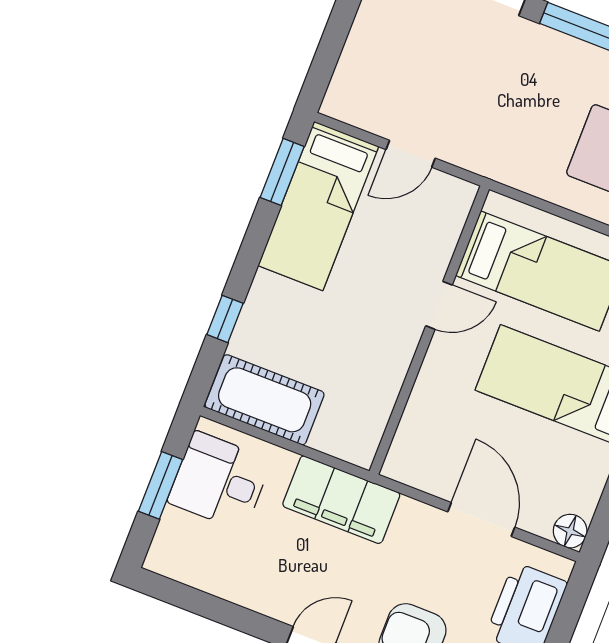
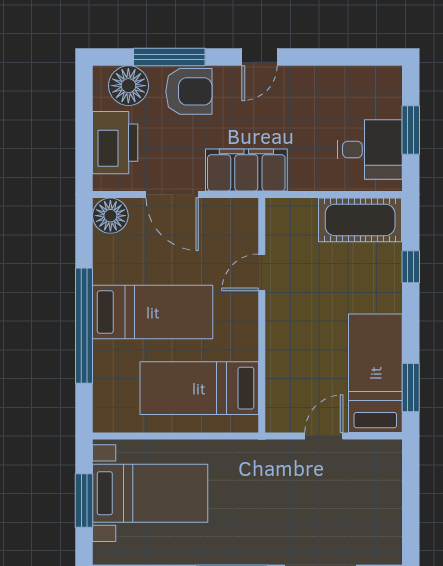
door: (439, 305) -> (262, 272), moved
filing cabinet: (341, 500) -> (246, 170), moved
floor lamp: (570, 531) -> (110, 216), width x1.38, depth x1.38

